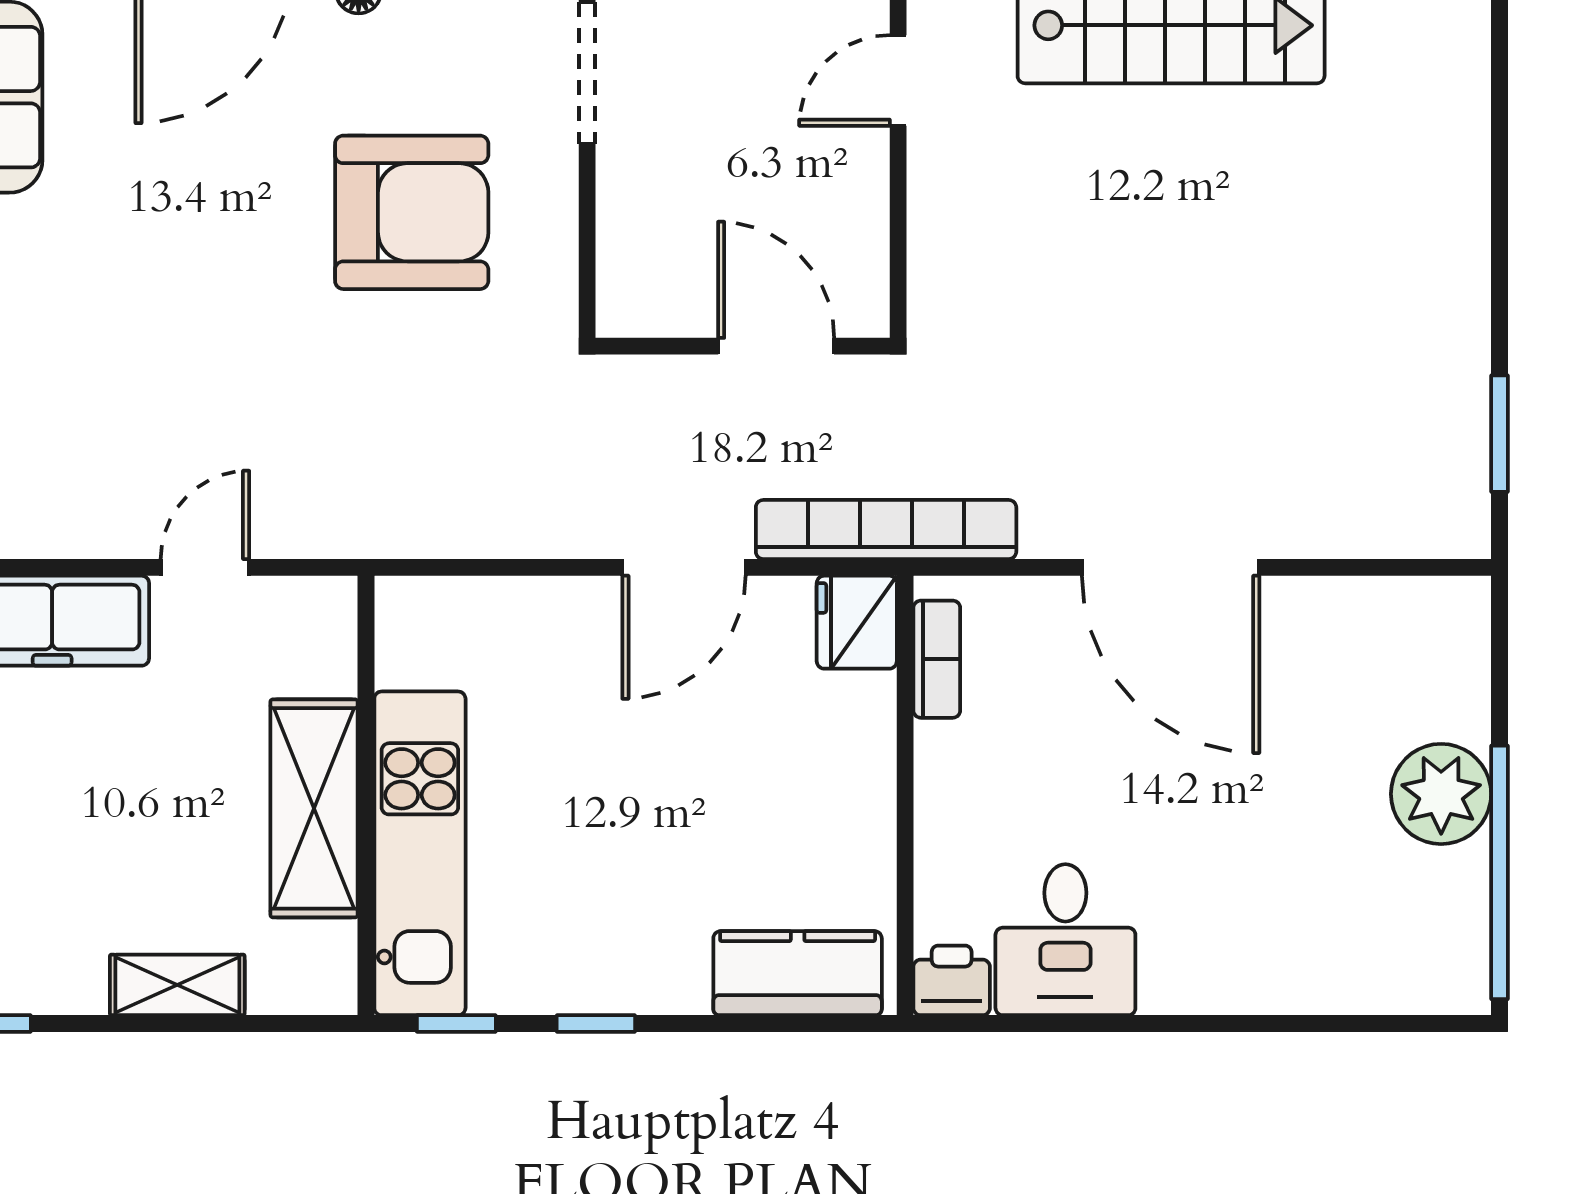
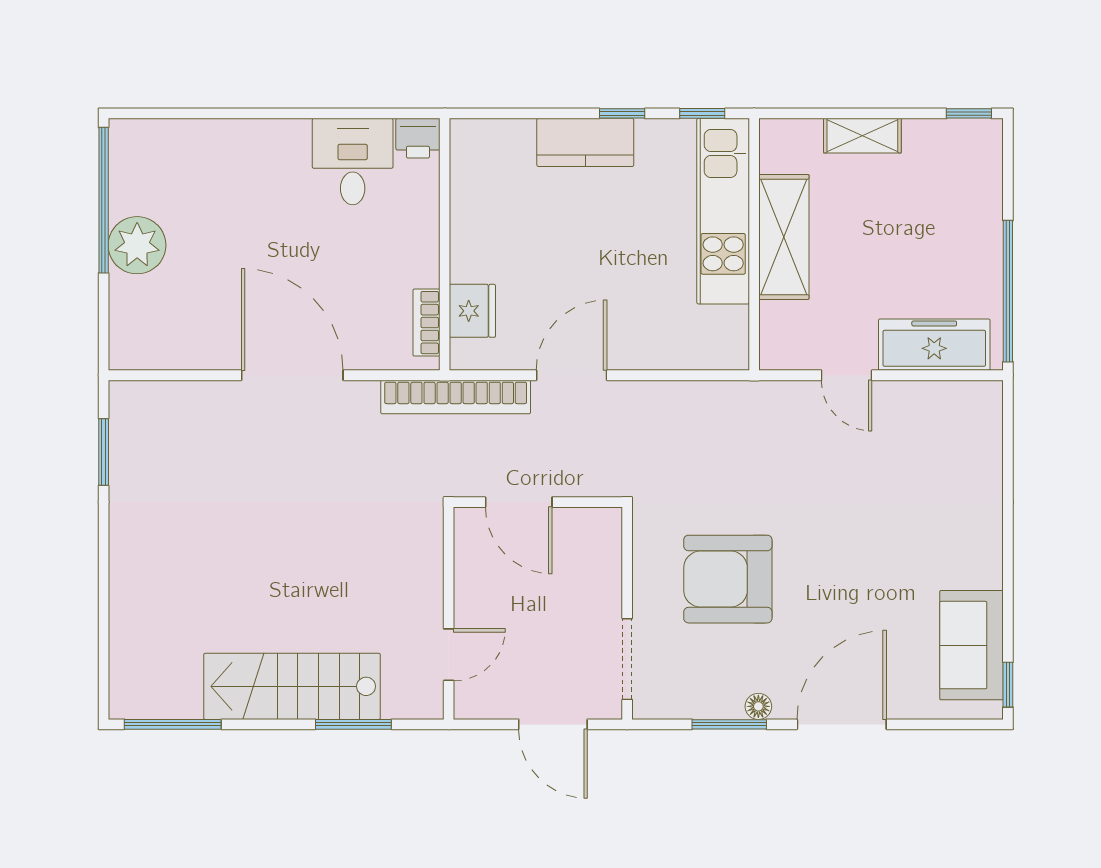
door: (205, 567) -> (847, 375), hinge flipped
fridge: (857, 622) -> (472, 311), moved
kitchen counter: (798, 973) -> (585, 142), moved

